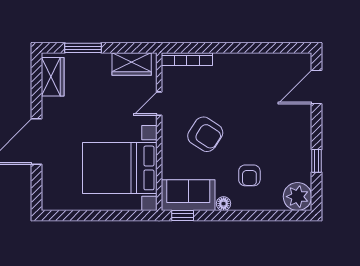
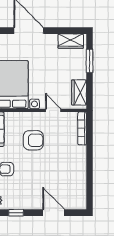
door: (316, 87) -> (54, 213), moved
armchair: (205, 134) -> (33, 140), turned -123

